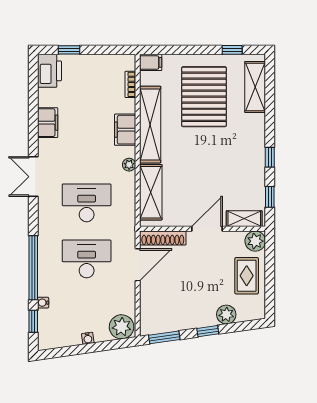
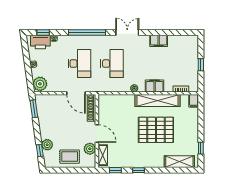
window: (69, 50) -> (201, 65), moved
printer: (50, 71) -> (40, 42), moved
pallet: (204, 97) -> (156, 130), moved
shelving: (151, 192) -> (118, 101), removed
plant: (255, 241) -> (90, 149), moved
window: (33, 268) -> (87, 33), moved
window: (208, 331) -> (40, 151), moved

